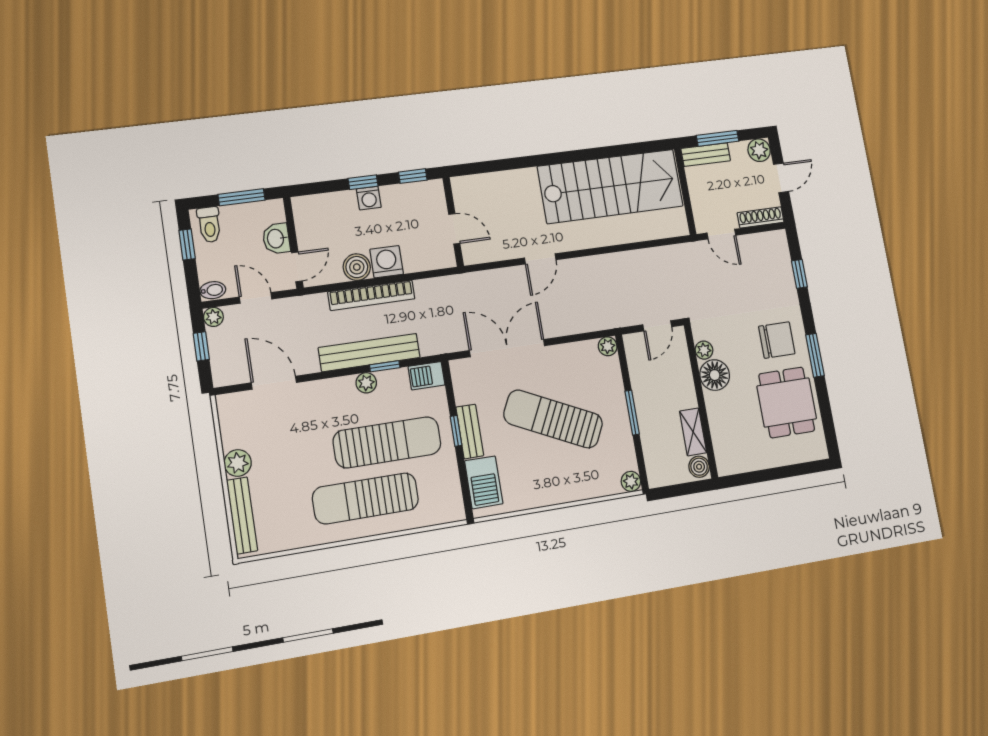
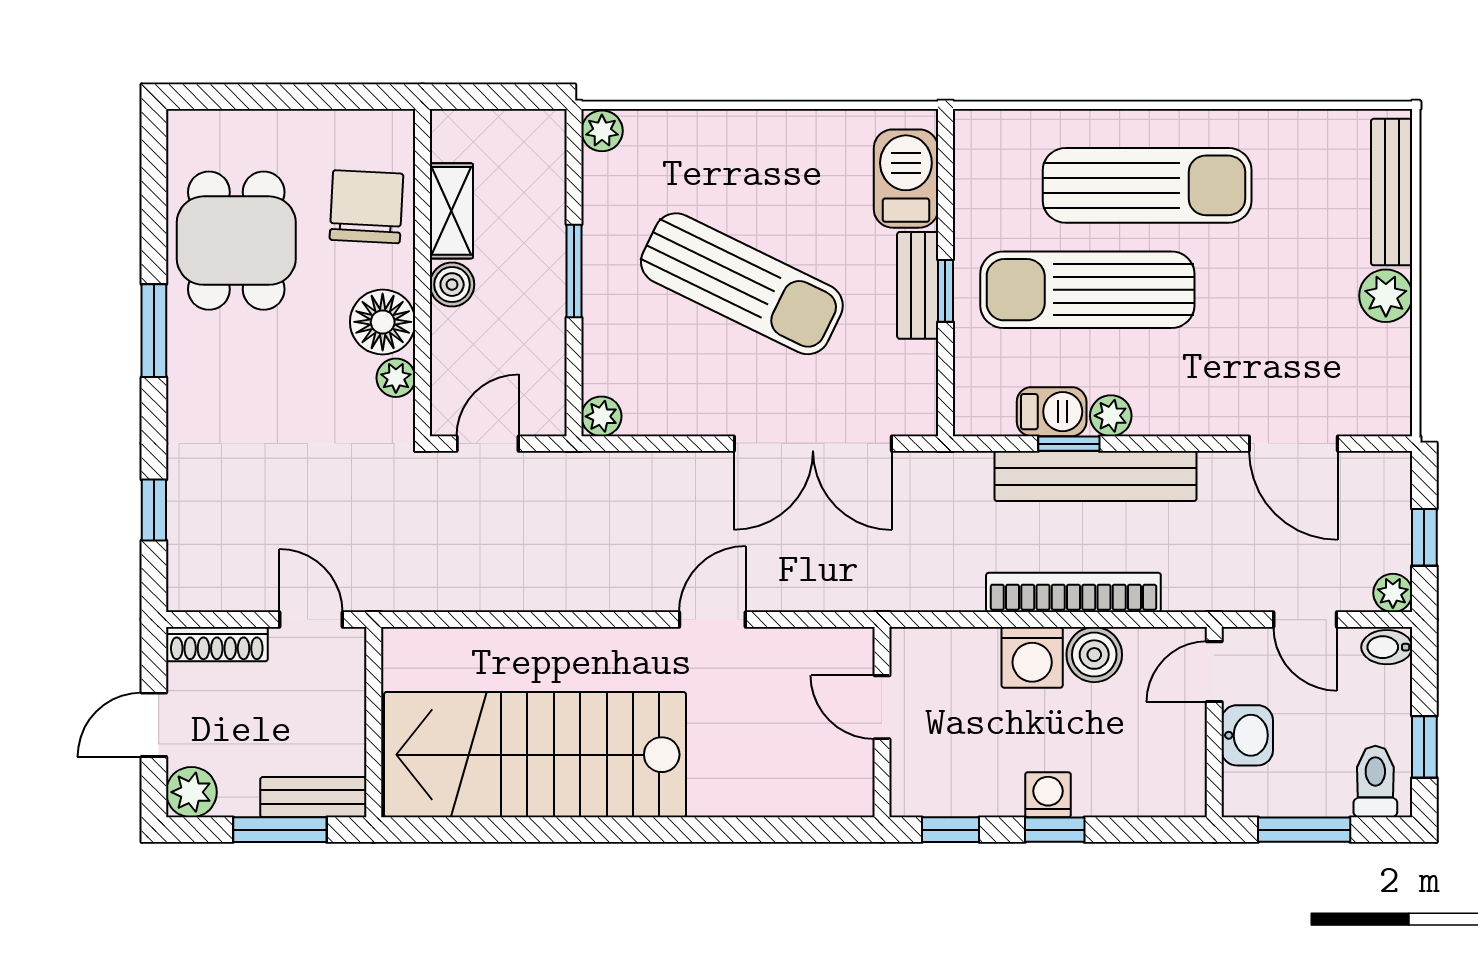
chair: (777, 340) -> (366, 207), moved, turned 93
barbecue: (426, 376) -> (1052, 412), moved
boiler: (699, 467) -> (452, 285), moved

